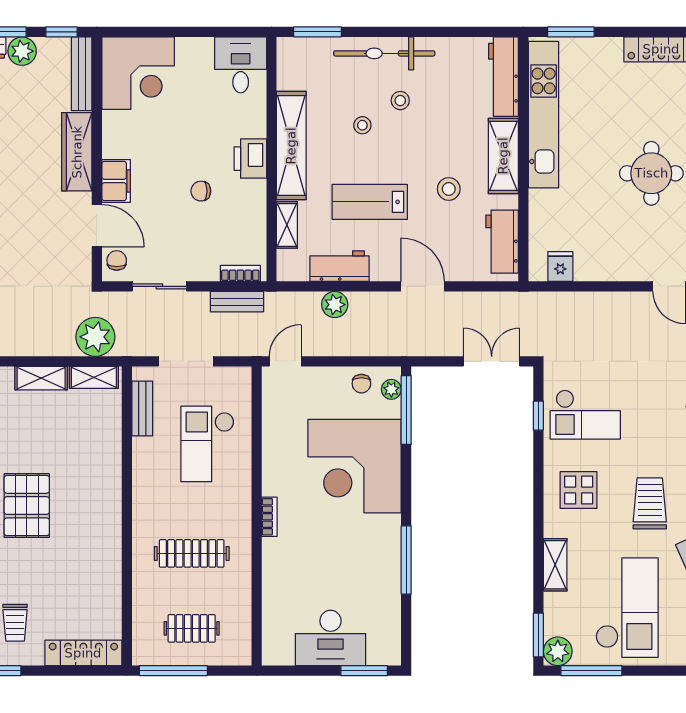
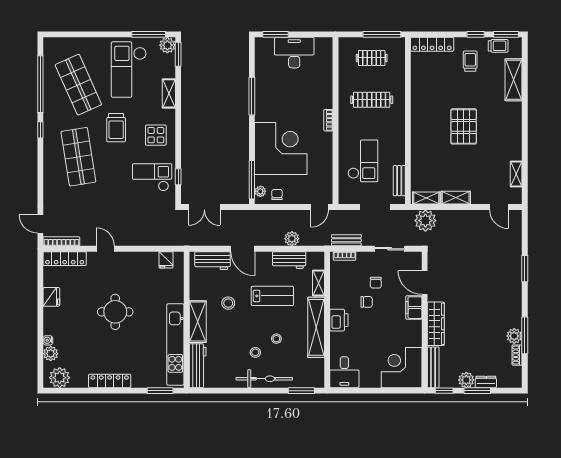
workbench: (502, 242) -> (213, 261), moved, turned 90
chair: (117, 260) -> (376, 283), moved

